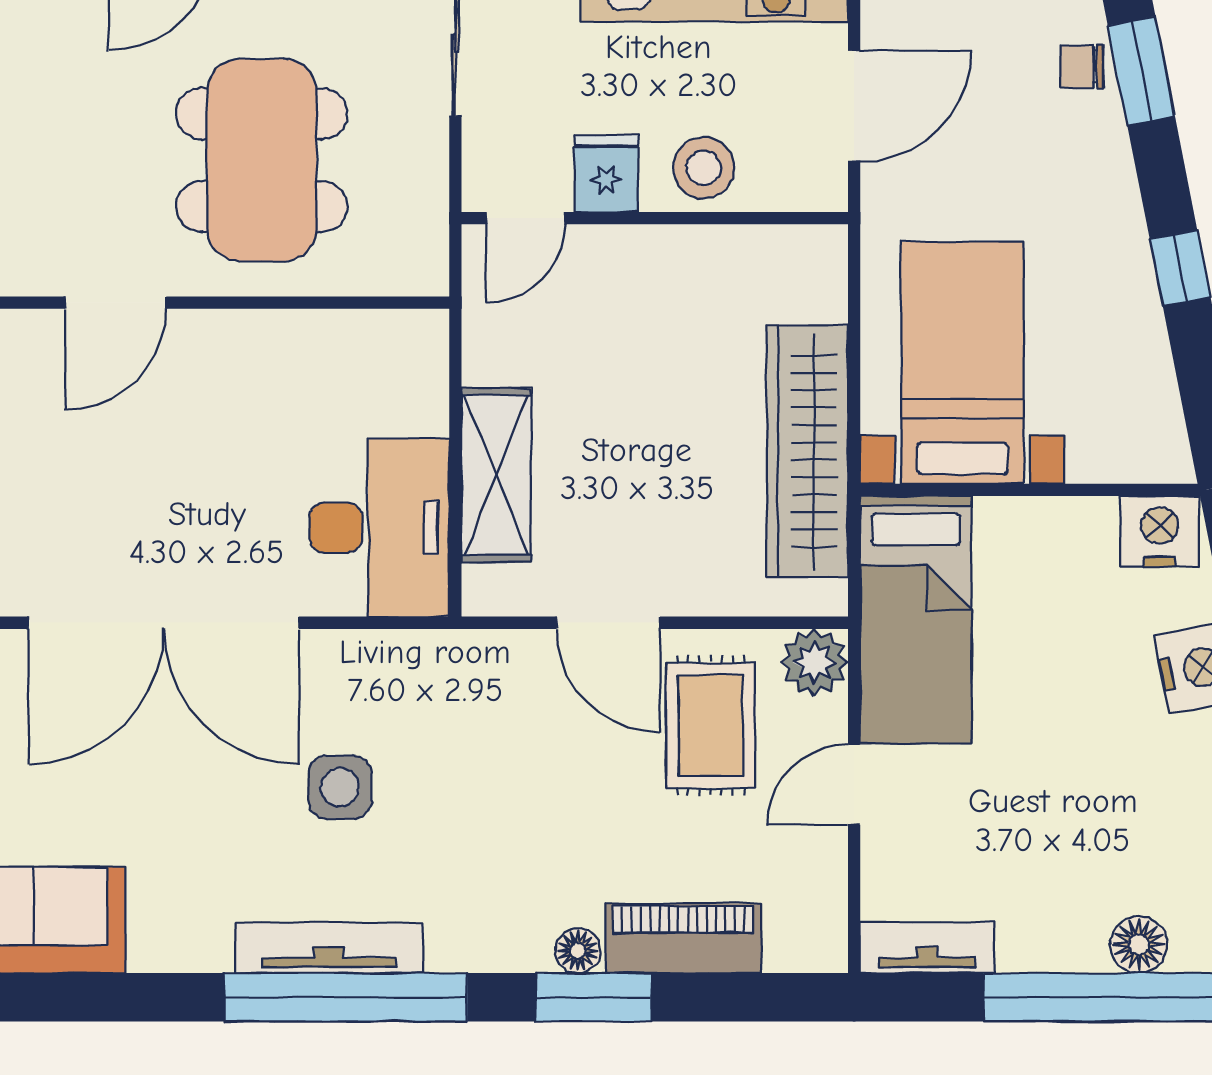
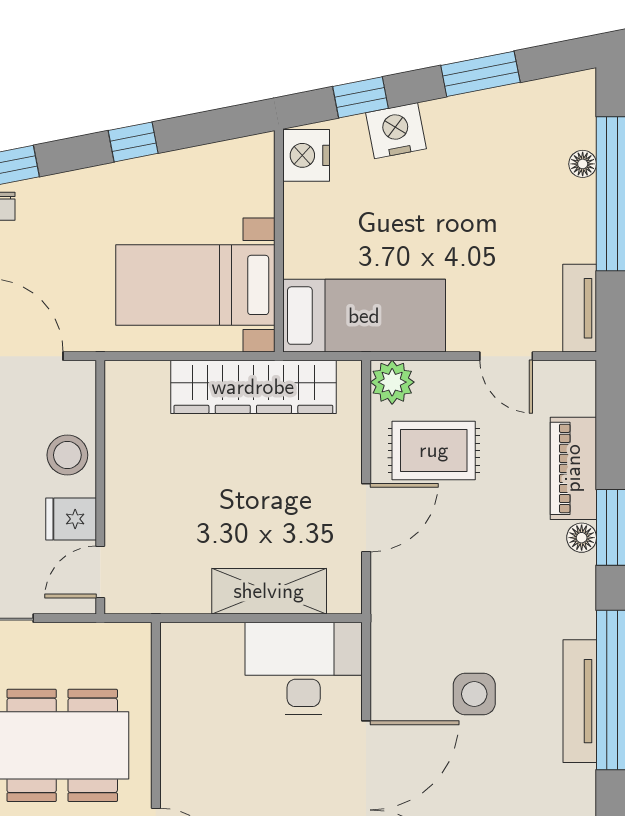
door: (526, 218) -> (100, 572), swing flipped
door: (854, 785) -> (506, 356), moved
floor lamp: (1139, 944) -> (583, 164), width x0.73, depth x0.73

